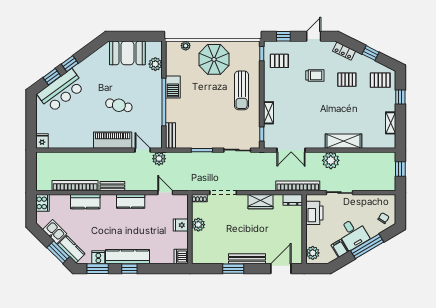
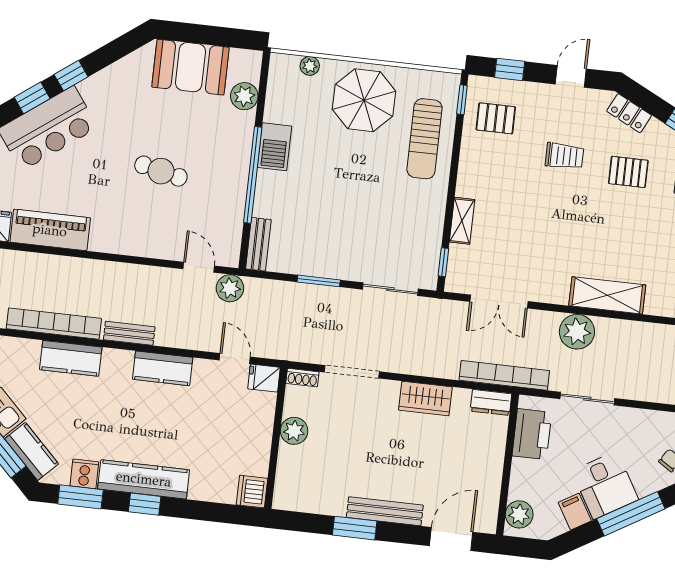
sun lounger: (242, 90) -> (425, 139), moved
piano: (113, 140) -> (50, 230), moved
fridge: (181, 225) -> (264, 378), moved

